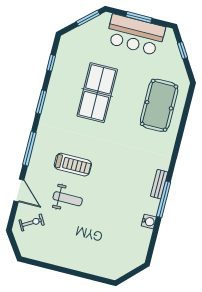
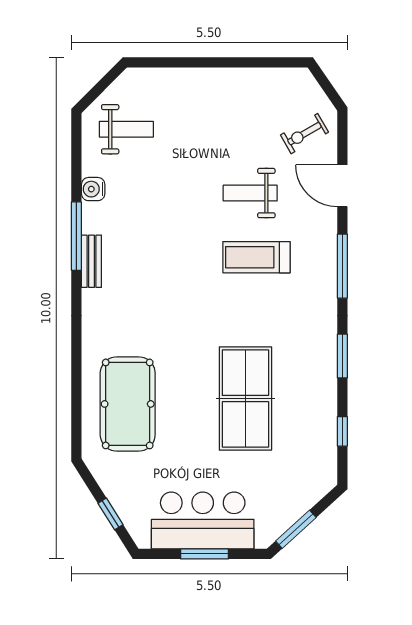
weight bench: (124, 248) -> (126, 129), added

